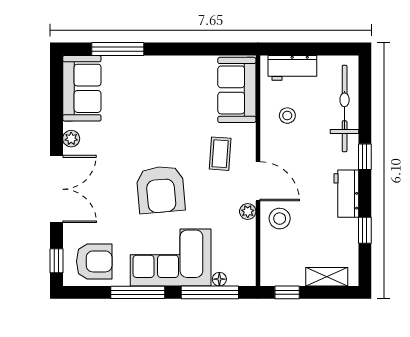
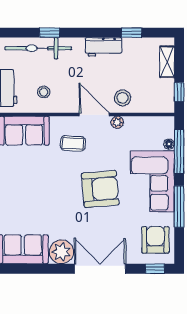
plant: (71, 139) -> (61, 252), width x1.88, depth x1.88
window: (365, 157) -> (50, 33), moved
door: (258, 181) -> (94, 115), hinge flipped

